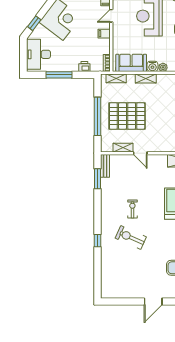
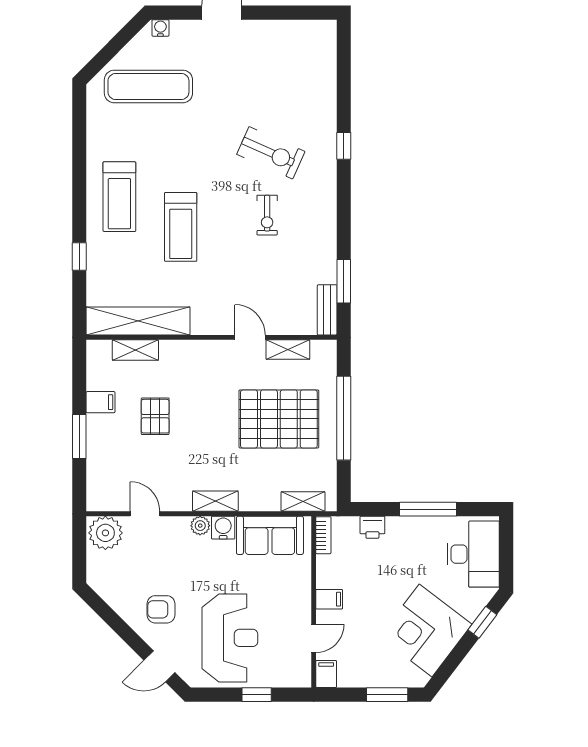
shelving: (146, 78) -> (215, 501), moved

